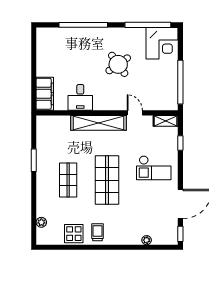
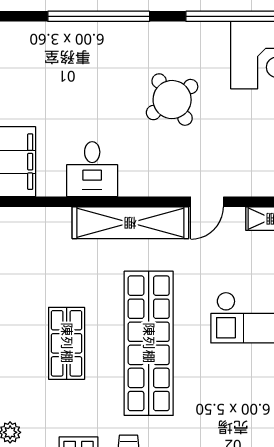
door: (135, 113) -> (207, 202), swing flipped
shop shelf: (107, 180) -> (149, 343), width x1.40

